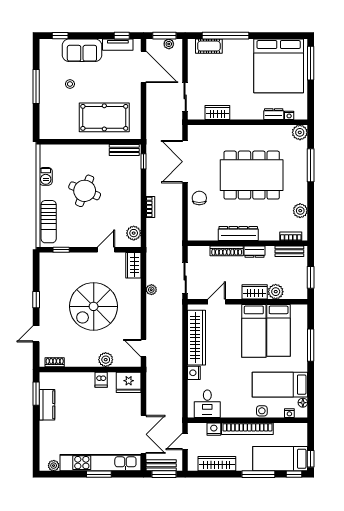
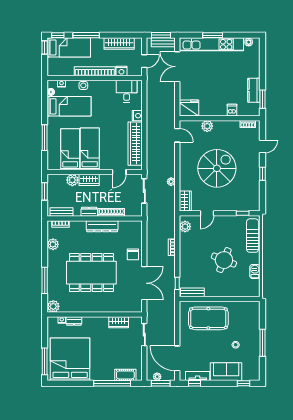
dishwasher: (101, 380) -> (232, 110), moved

